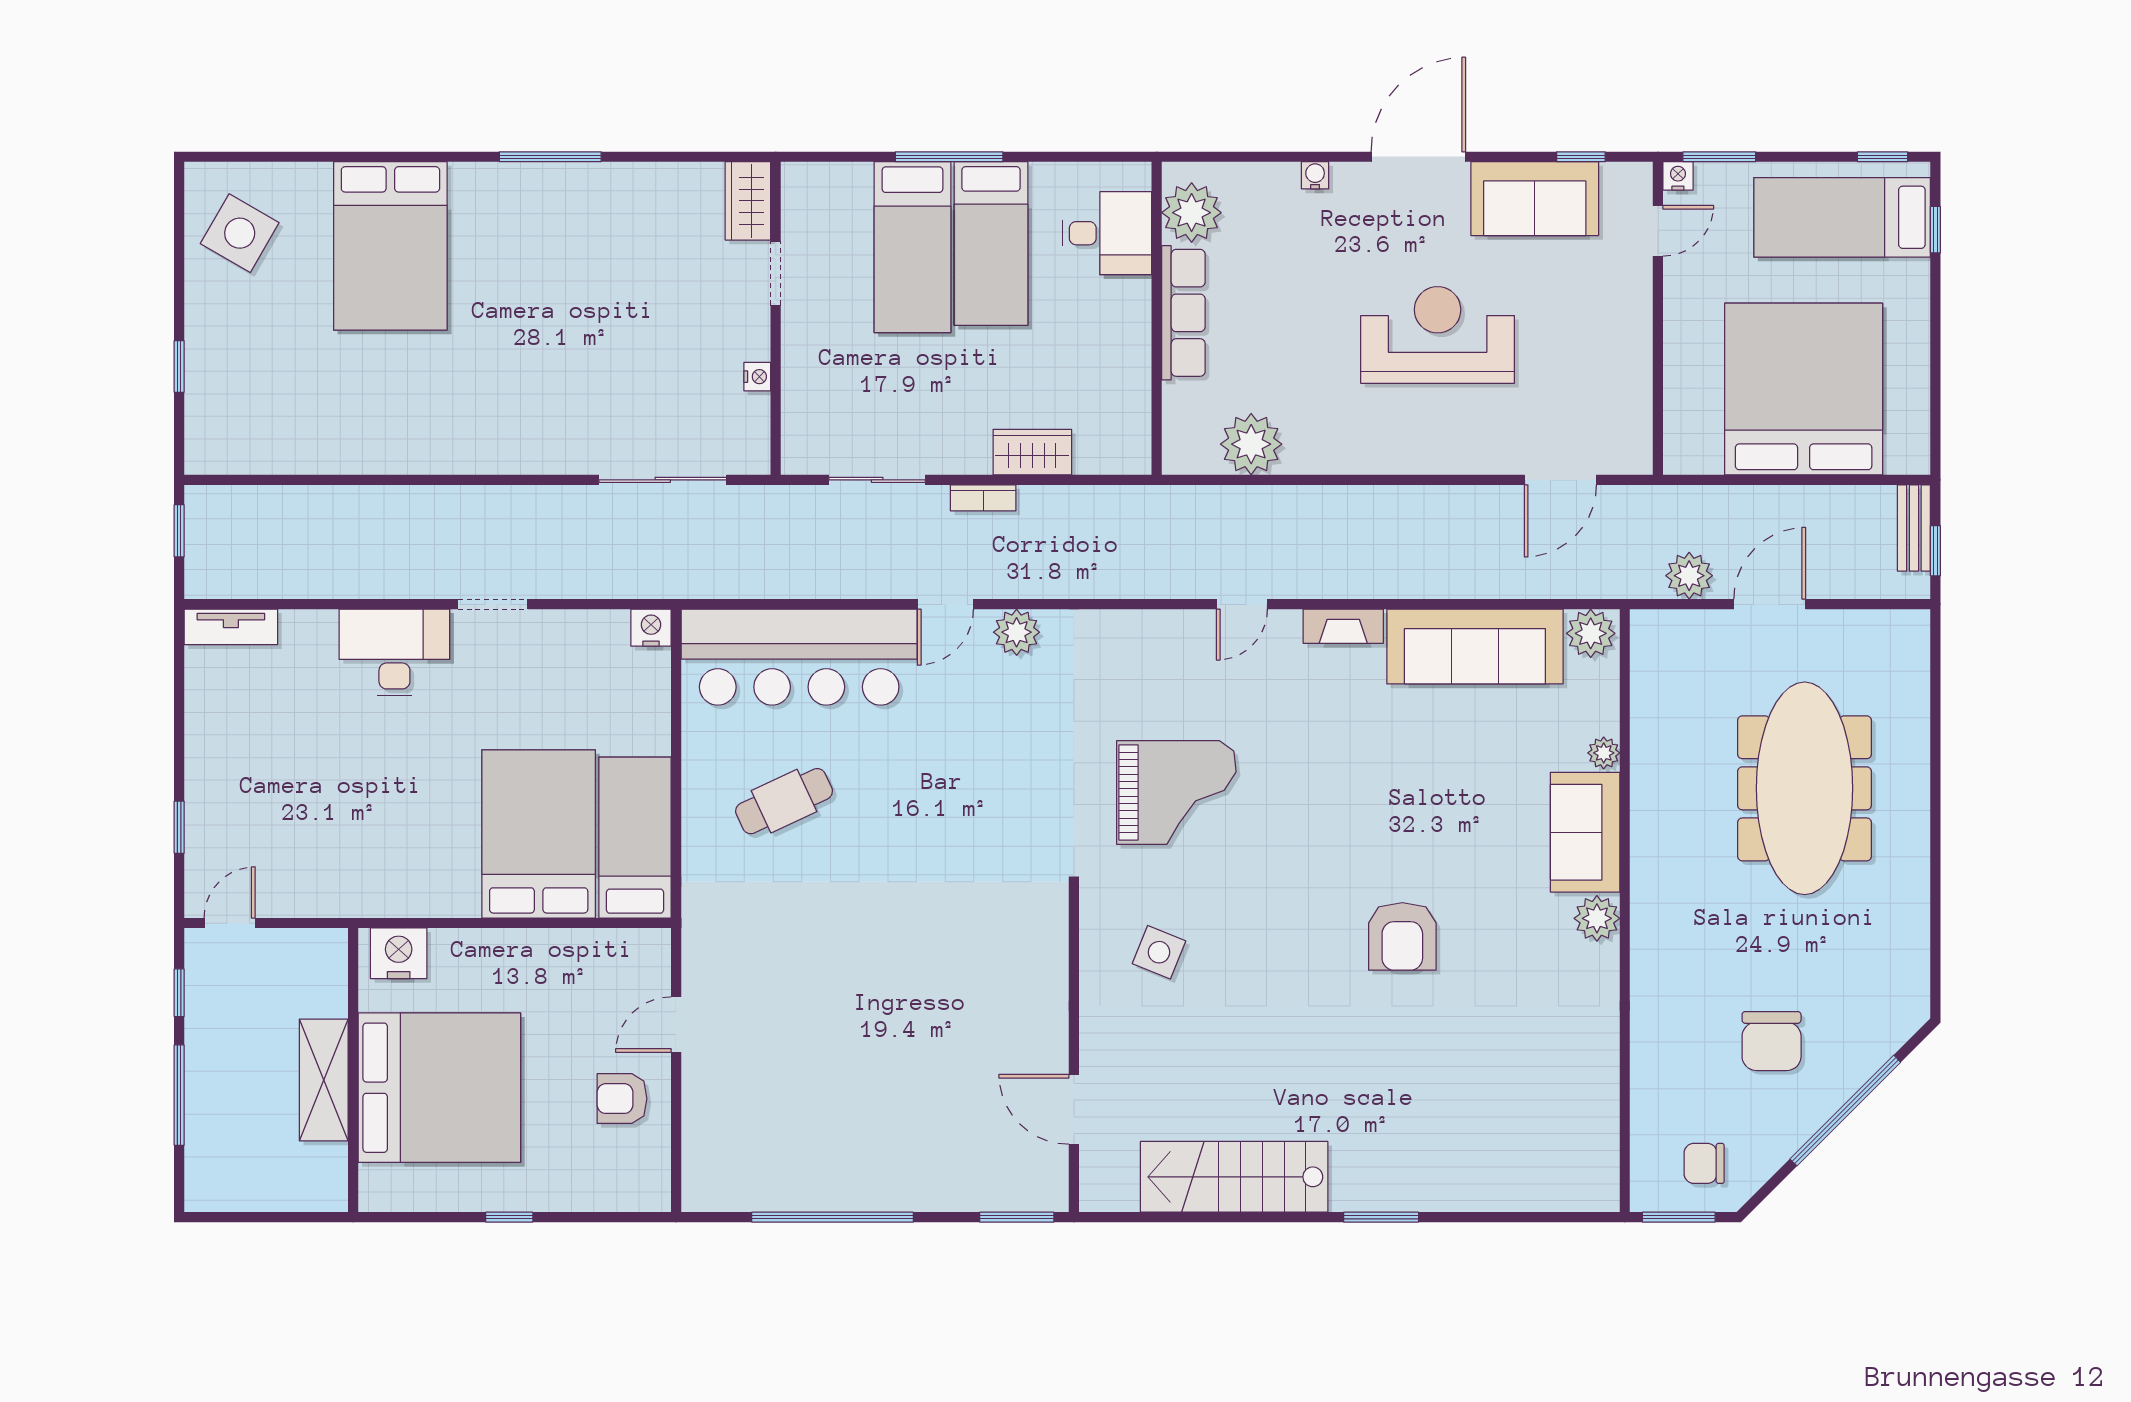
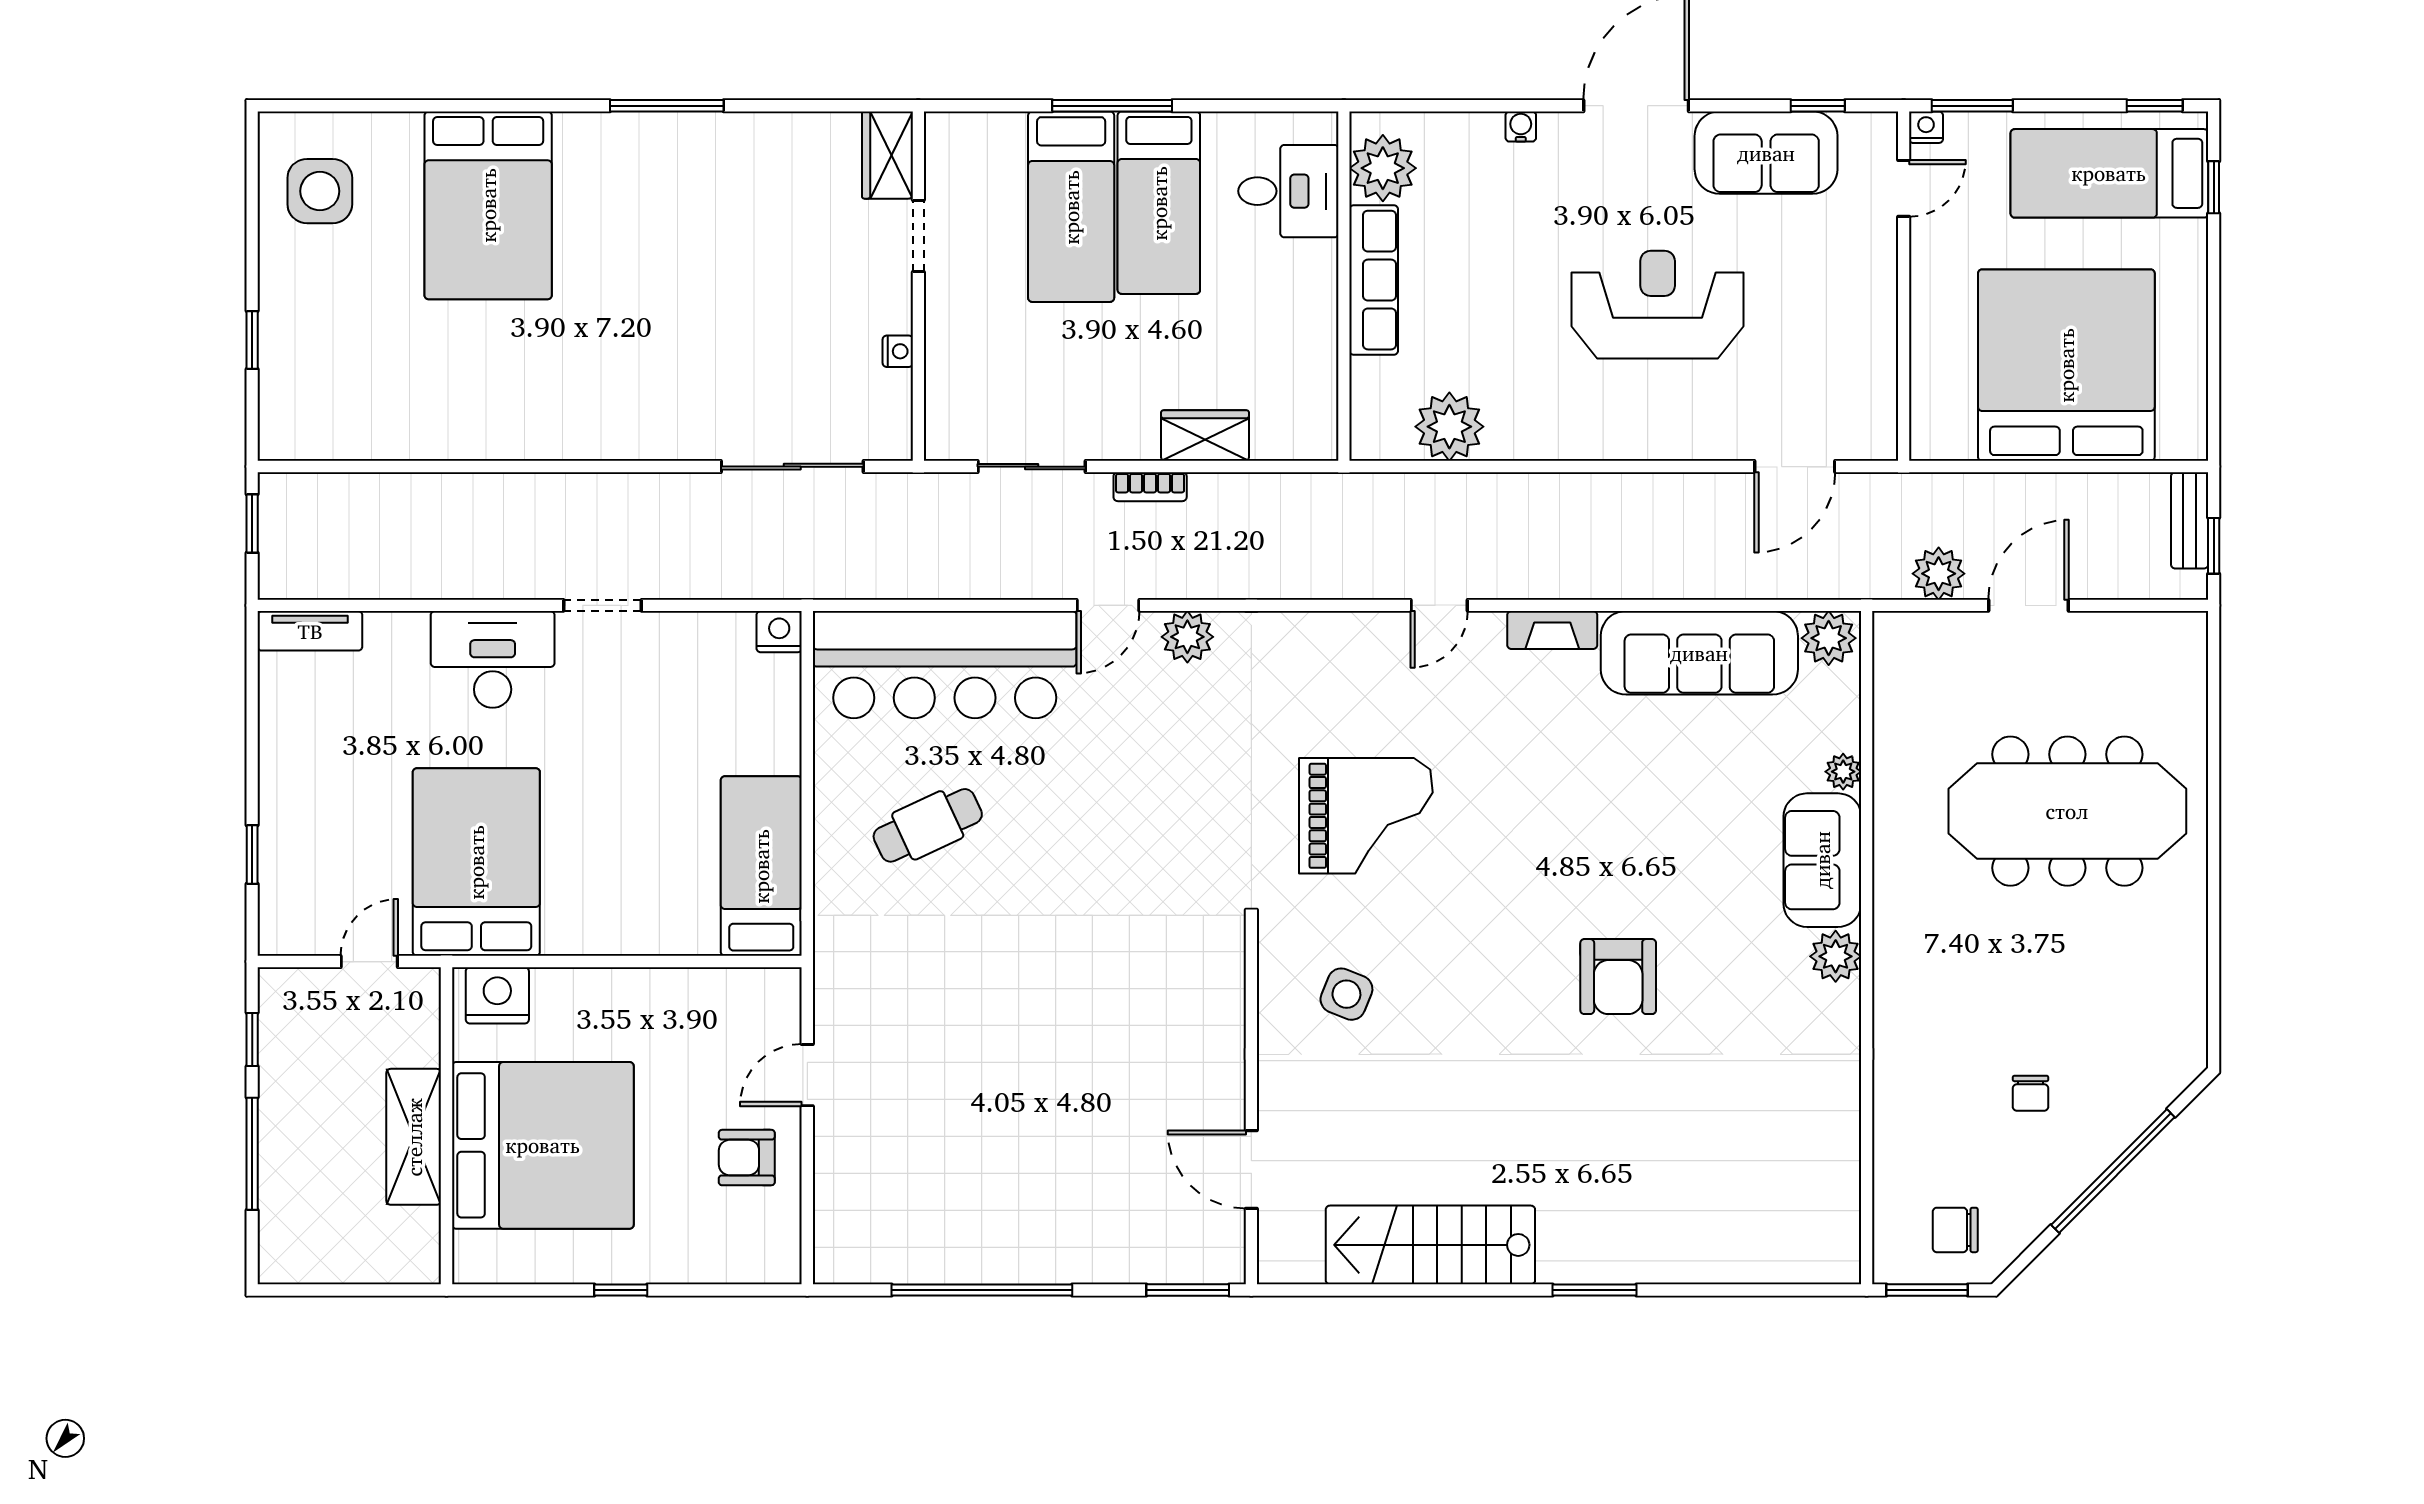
side table: (240, 233) -> (320, 191), turned -30
meeting table: (1805, 788) -> (2067, 811), turned 90
bed: (539, 834) -> (476, 862), moved
door: (230, 923) -> (369, 962), moved
chair: (1772, 1041) -> (2031, 1093), width x0.54, depth x0.54

